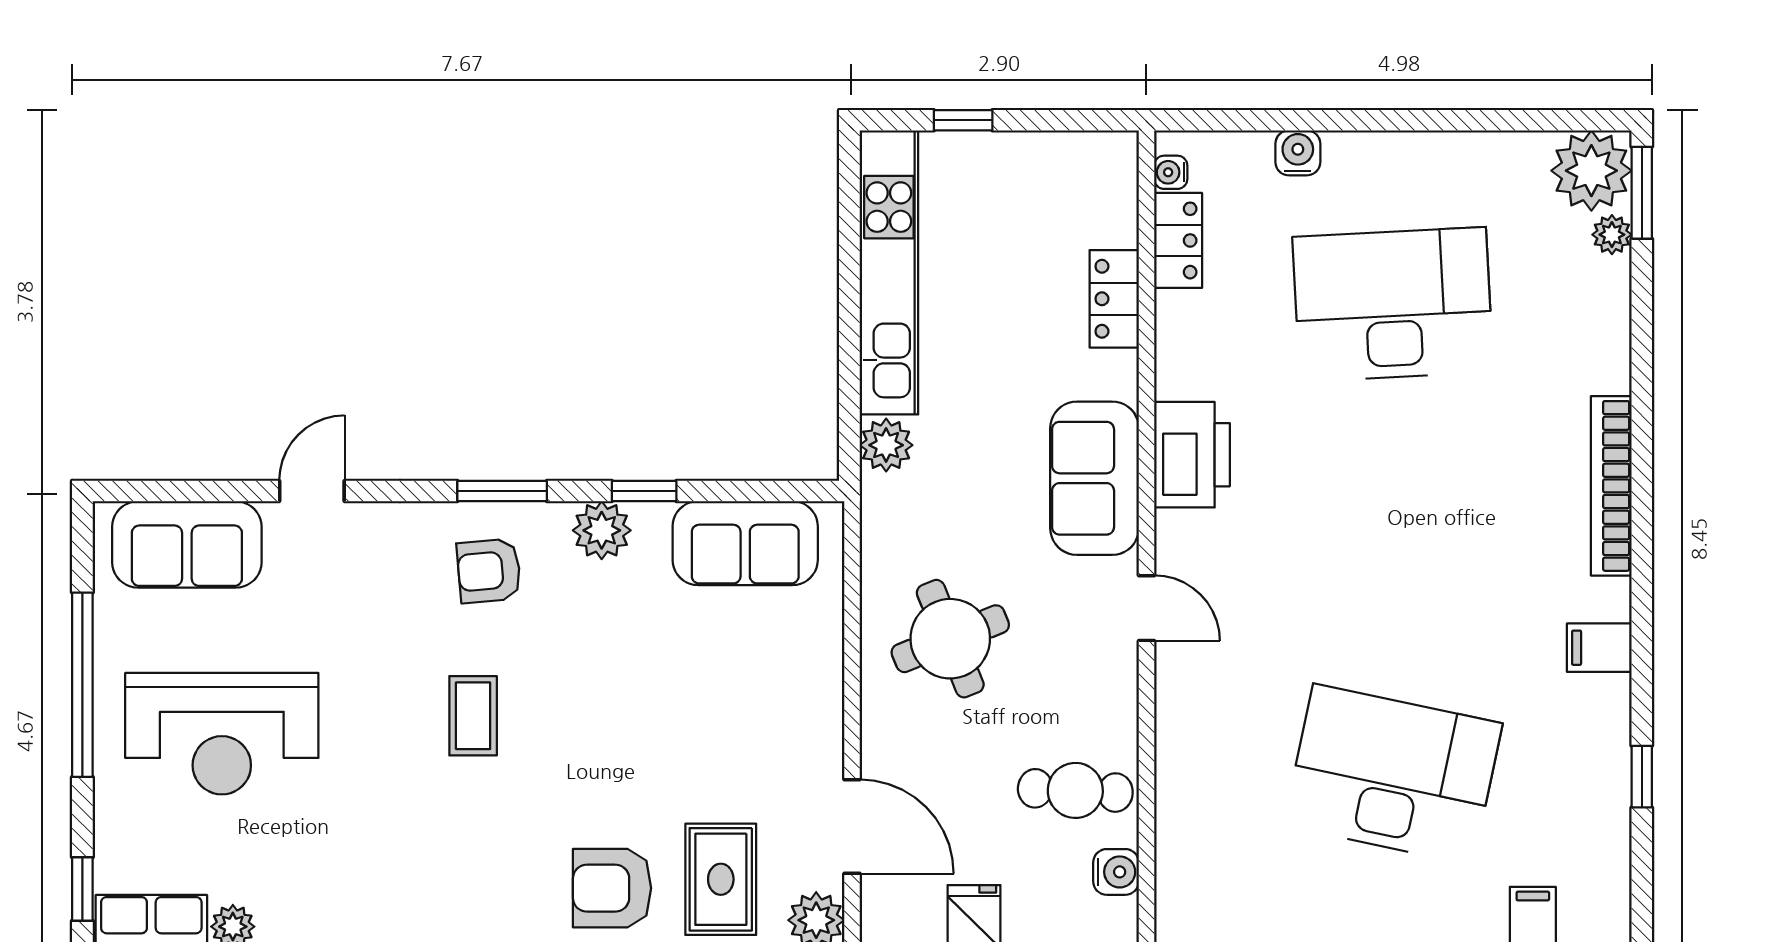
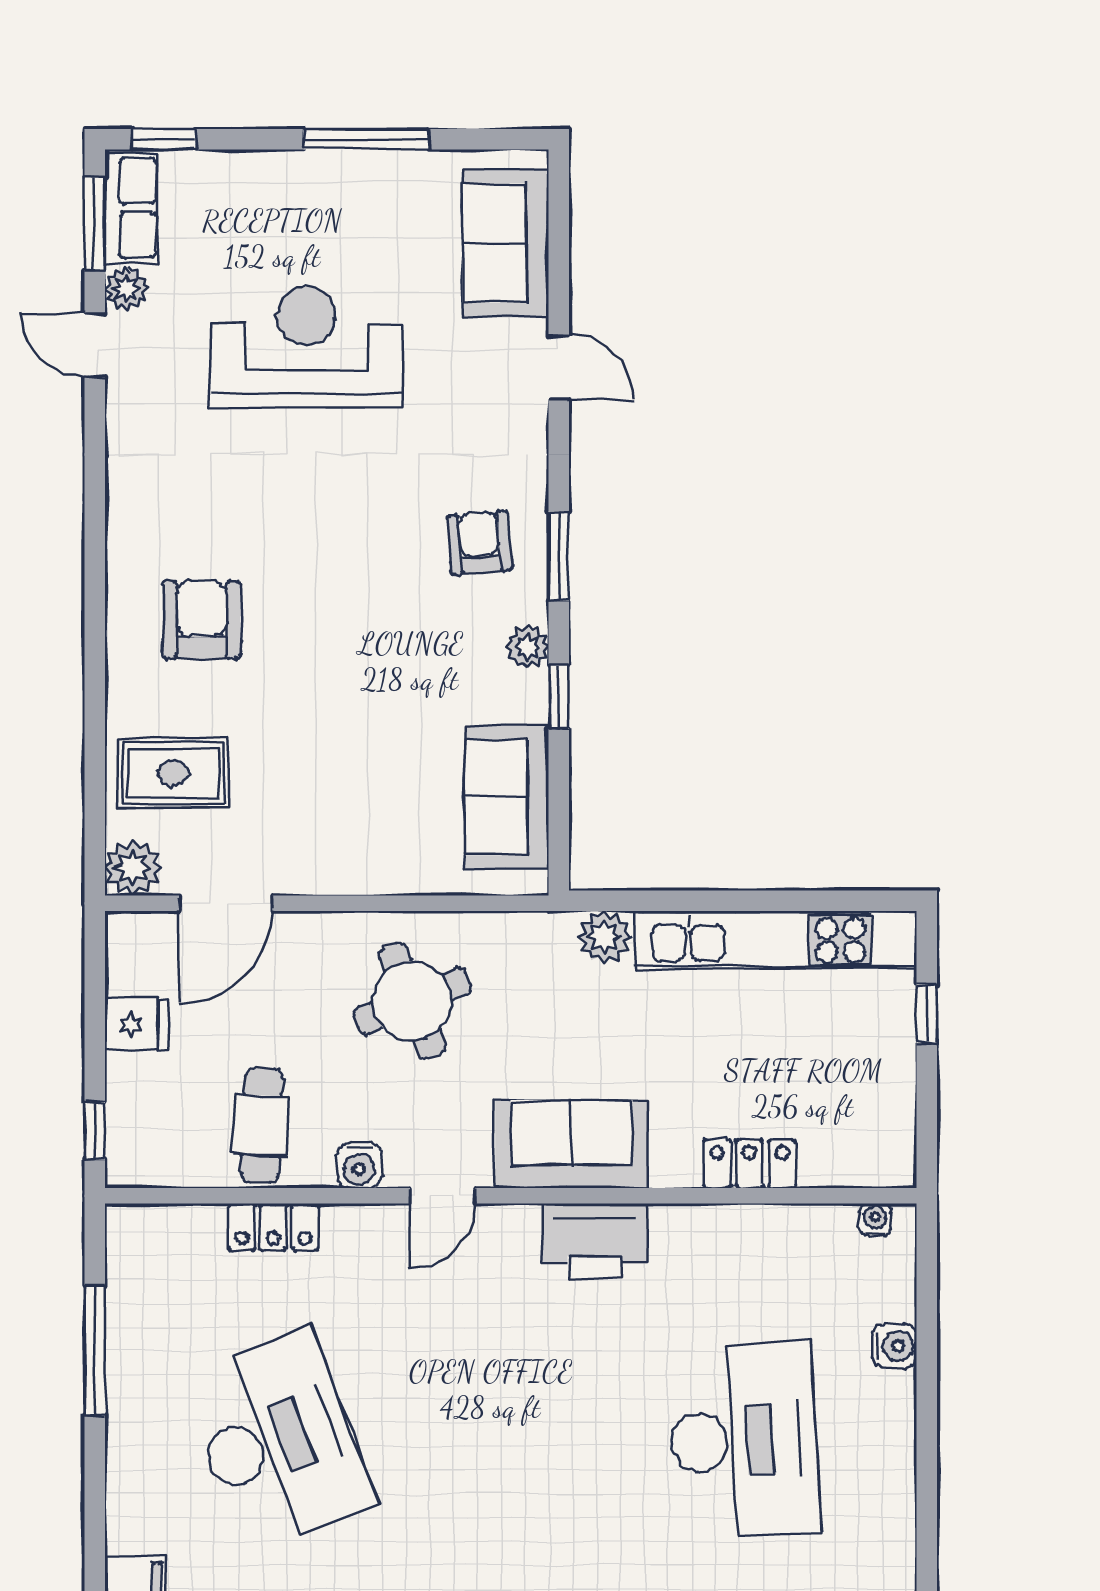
locker: (1178, 240) -> (273, 1227), moved
plant: (602, 530) -> (528, 647), width x0.73, depth x0.73
window: (82, 685) -> (366, 139), width x0.68
coffee table: (473, 716) -> (336, 527), removed
reception desk: (222, 734) -> (306, 347), moved, turned 90
desk: (1393, 774) -> (278, 1440), turned -33
water cooler: (1116, 872) -> (359, 1165), moved
armchair: (612, 888) -> (201, 620), moved

